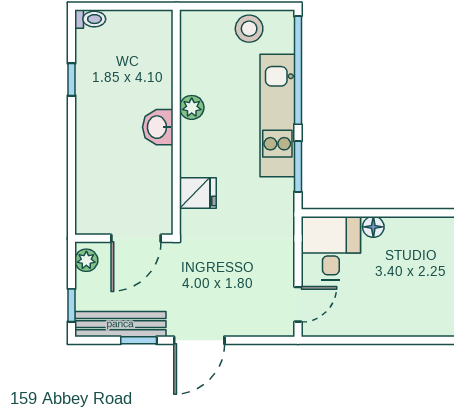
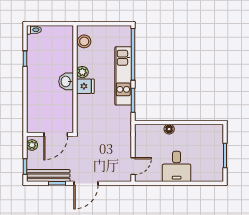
stool: (249, 29) -> (84, 41), moved
fridge: (198, 193) -> (85, 86), moved
desk: (331, 248) -> (177, 166), moved, turned 180

